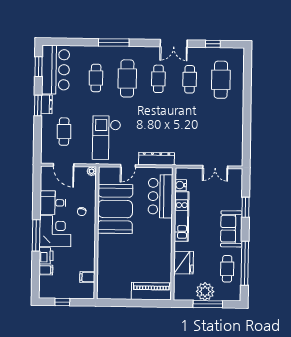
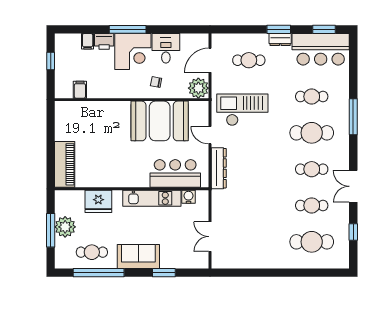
plant: (92, 171) -> (198, 88), width x1.87, depth x1.87

